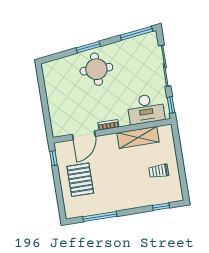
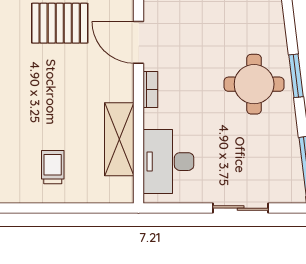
sliding door: (165, 66) -> (241, 208), width x0.73
window: (171, 105) -> (168, 208), removed

